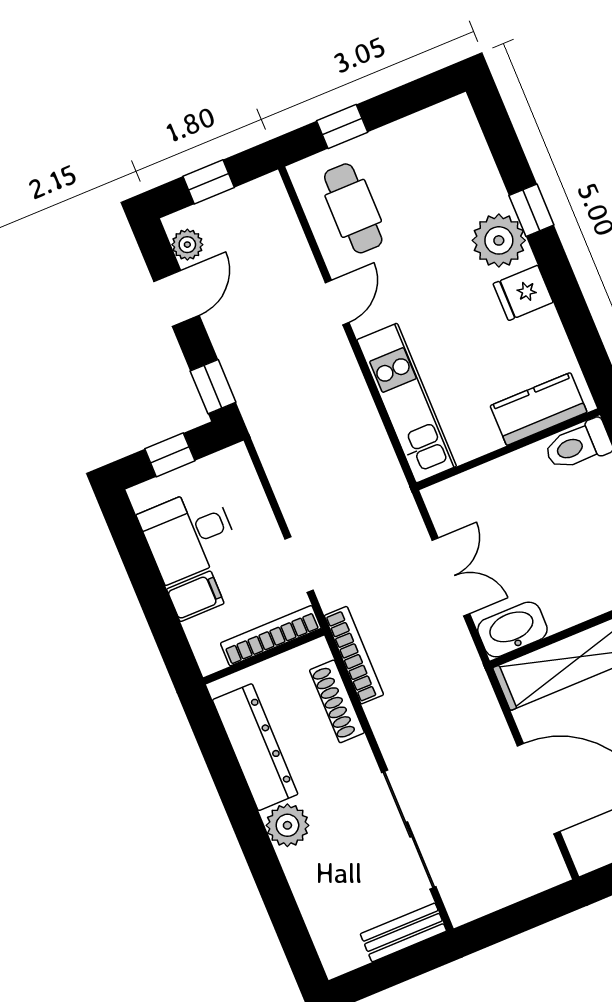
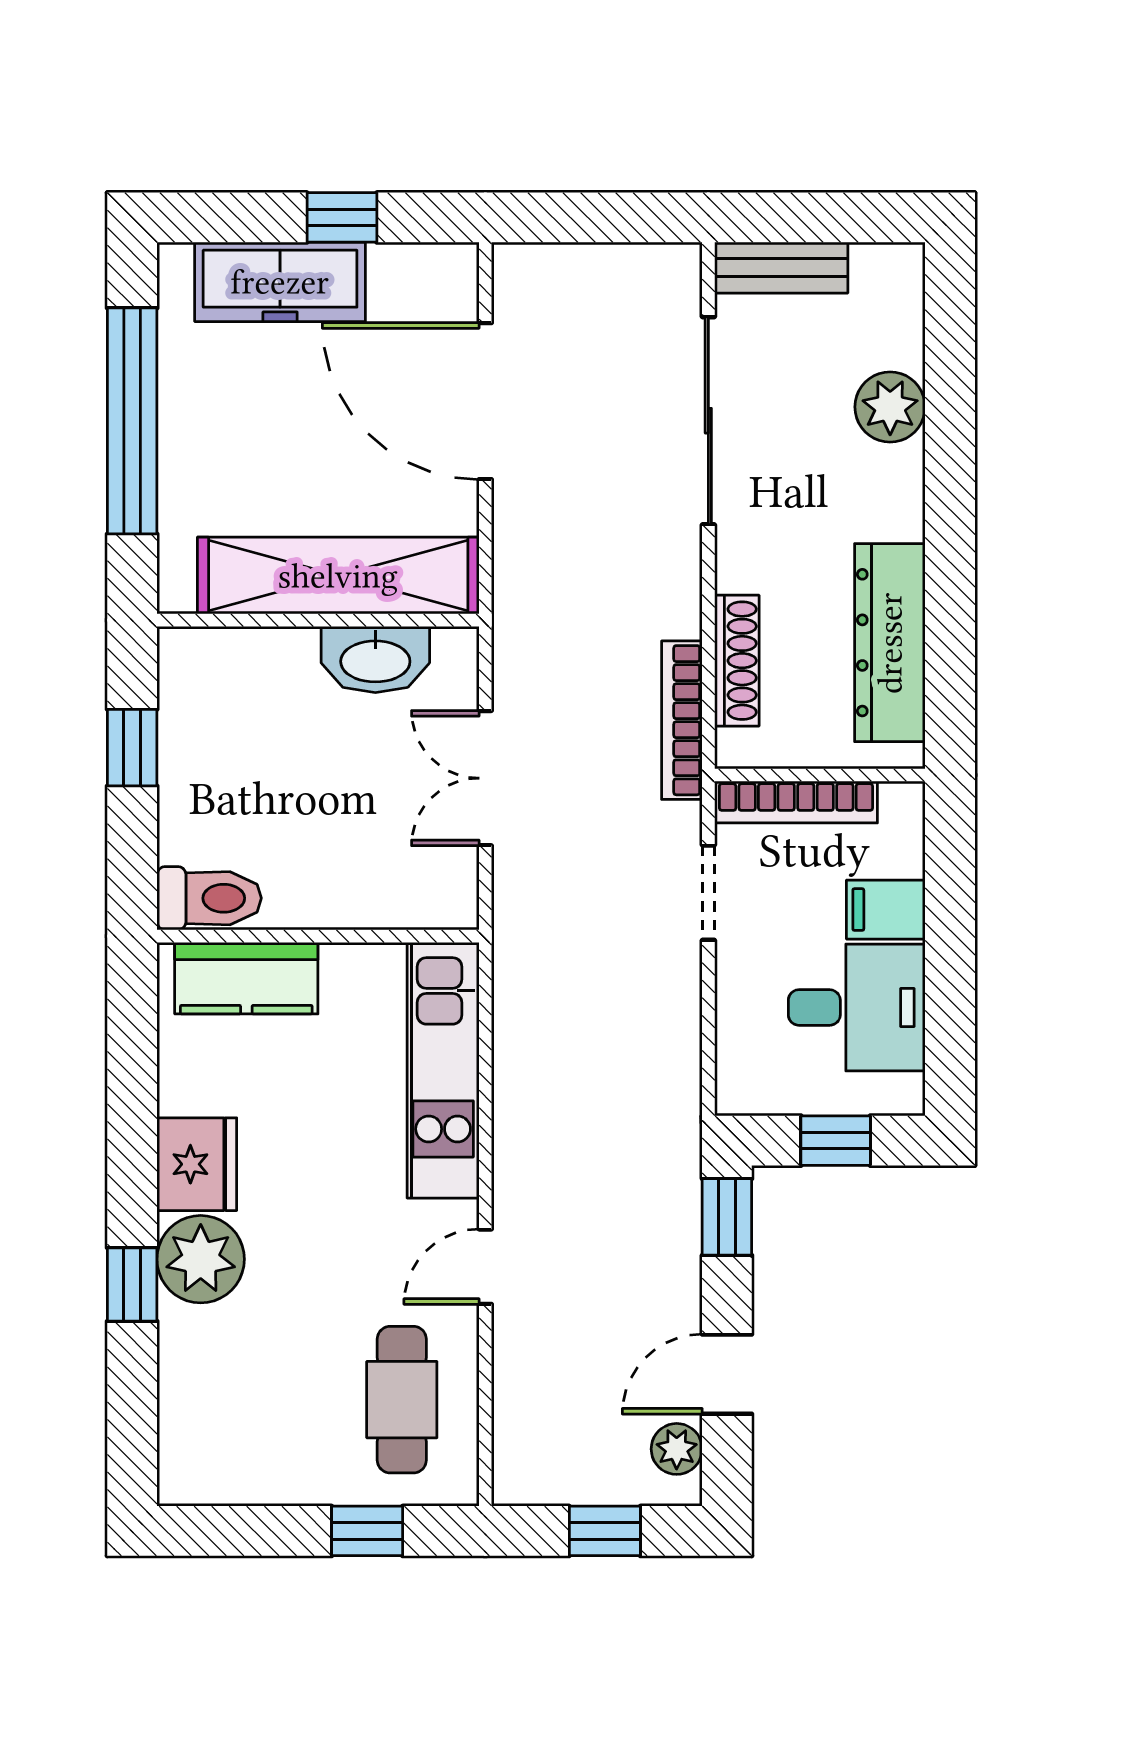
fridge: (523, 293) -> (197, 1164), width x1.38
washbasin: (512, 629) -> (375, 659), moved
plant: (287, 825) -> (890, 407), moved

